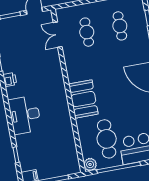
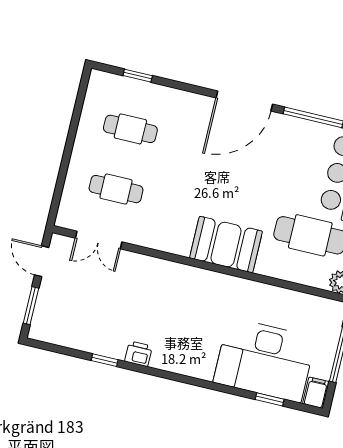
desk: (25, 115) -> (265, 360), moved, width x1.36, depth x1.30

